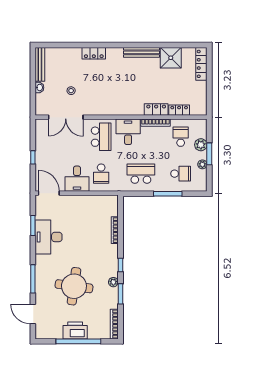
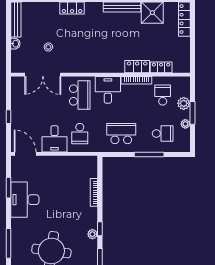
plant: (113, 282) -> (92, 234), moved

